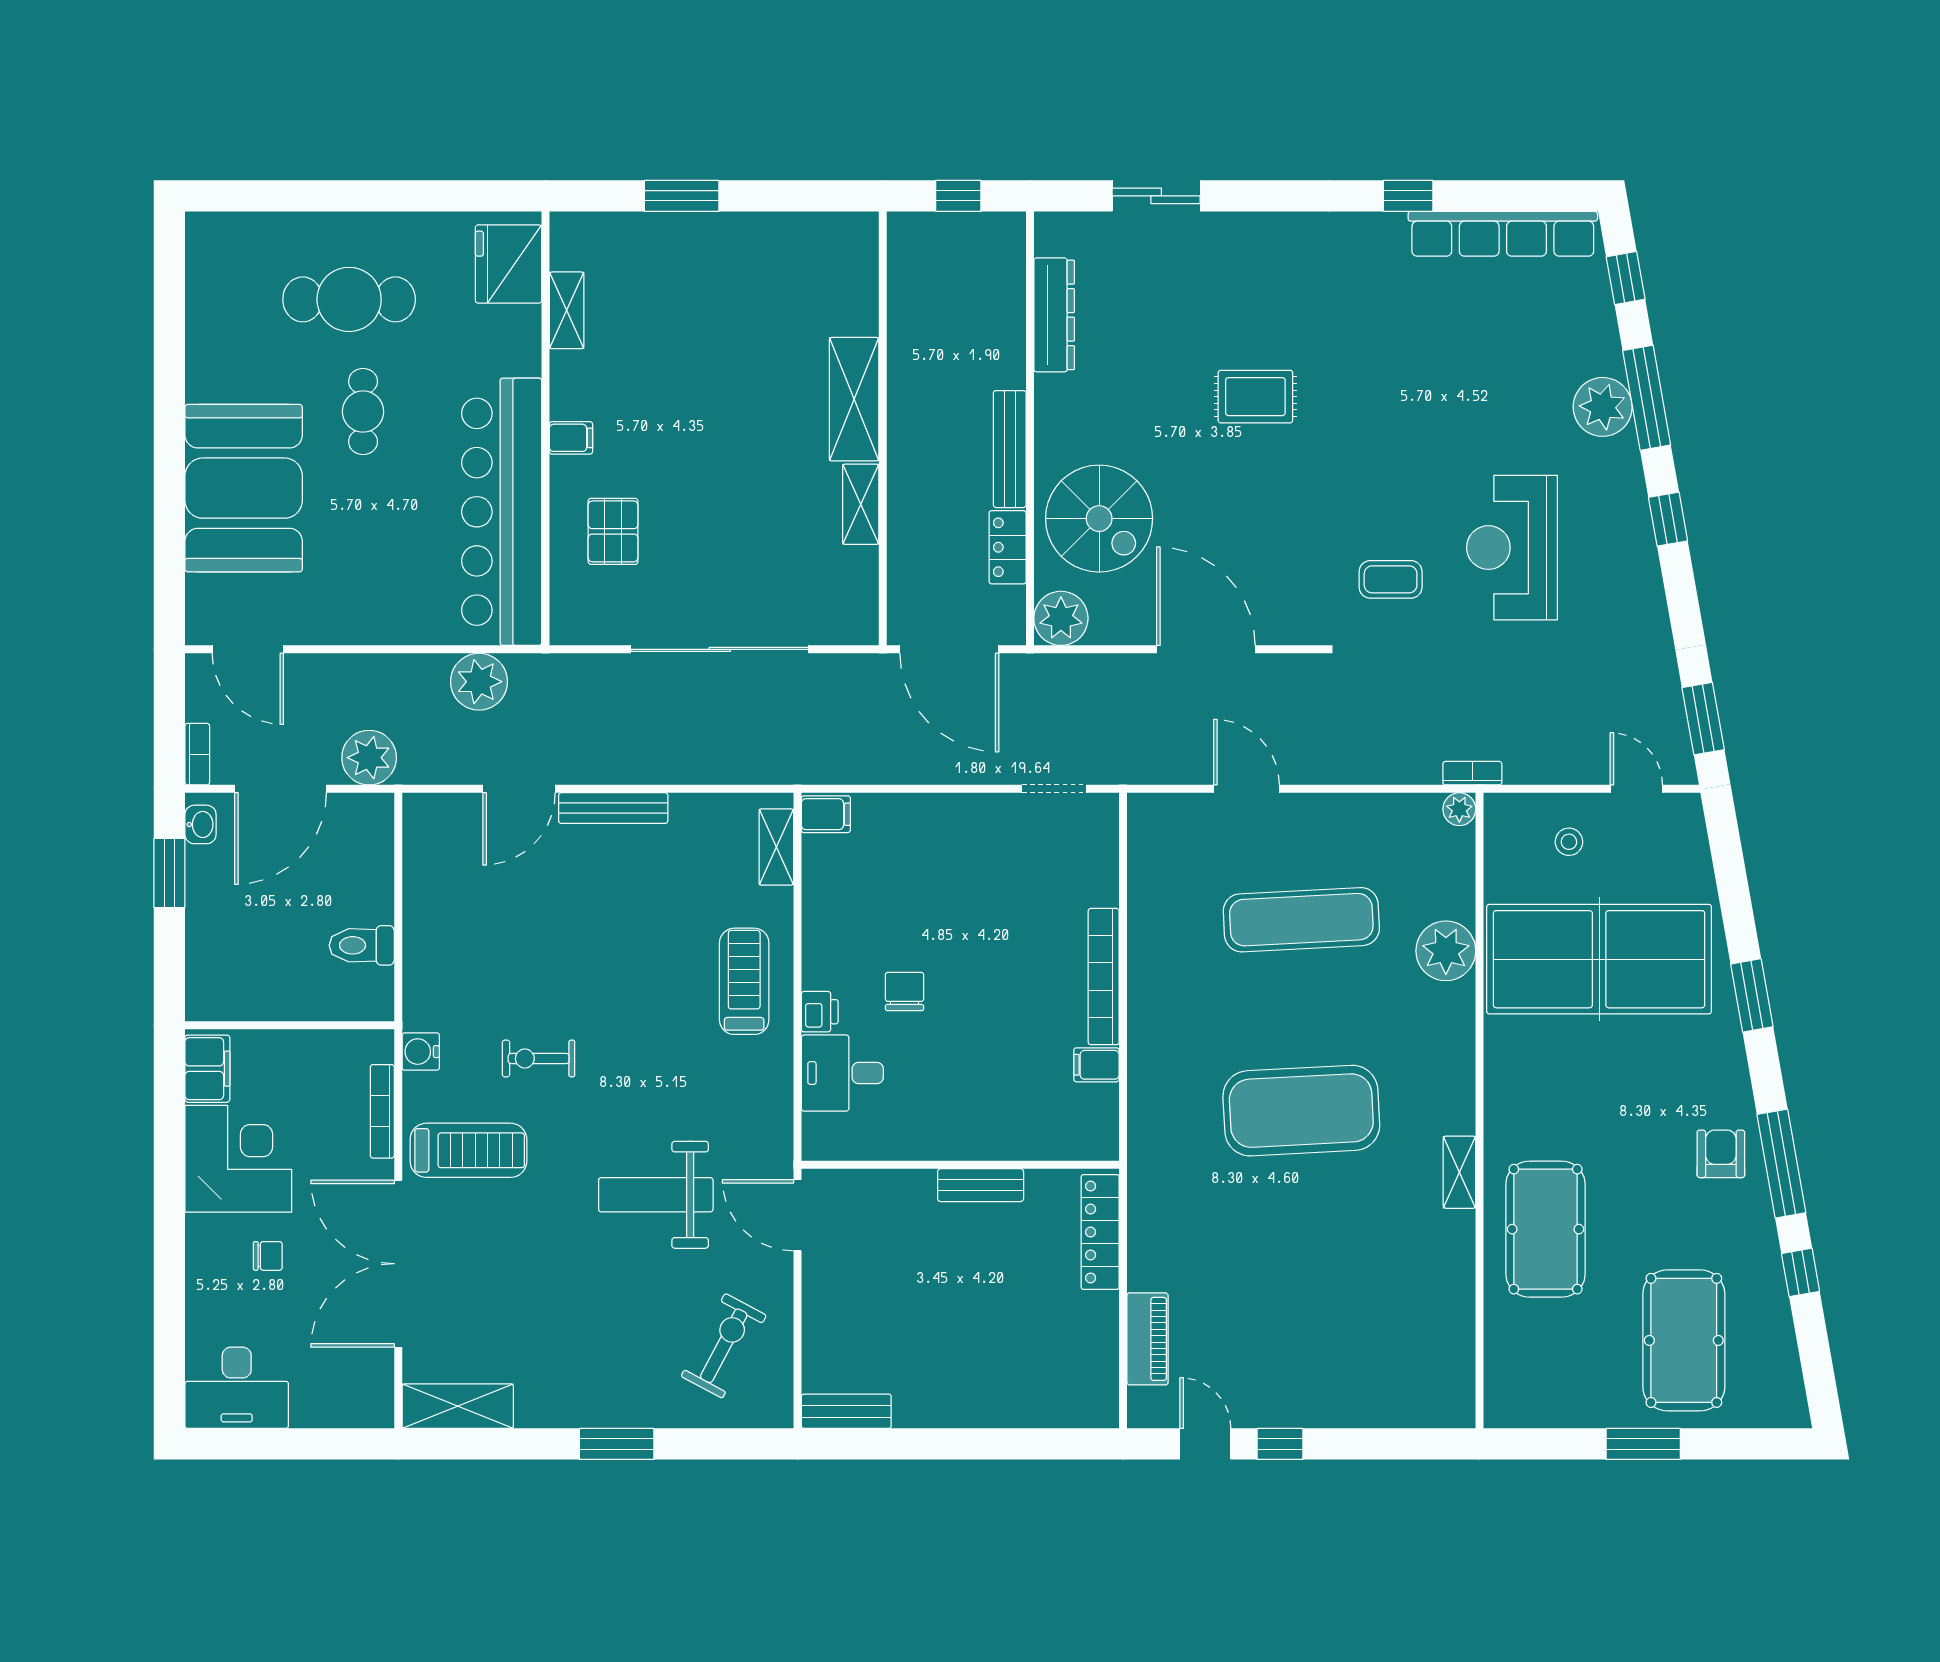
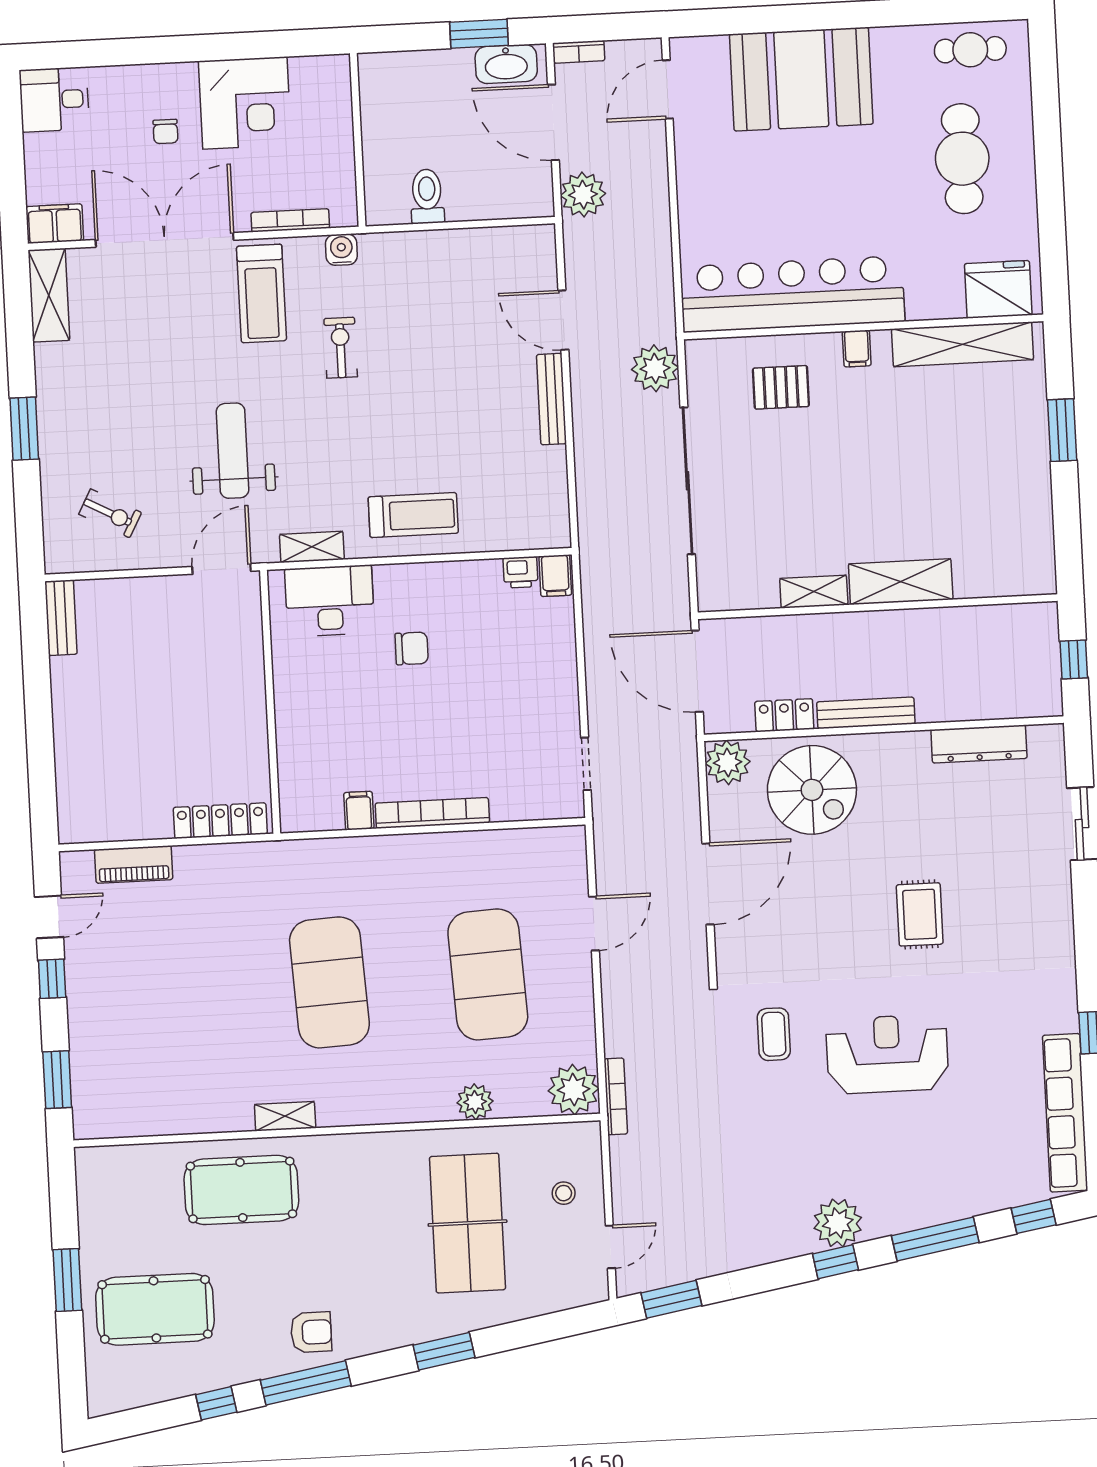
shelving: (567, 310) -> (963, 344), width x2.20, depth x1.33
plant: (1603, 407) -> (838, 1223), moved
cafe table: (363, 412) -> (970, 50), moved
spiral stairs: (1099, 519) -> (812, 790), turned -90
reception desk: (1512, 548) -> (887, 1054), moved
door: (949, 649) -> (697, 671), hinge flipped
plant: (479, 682) -> (655, 368), moved
bookcase: (1472, 773) -> (616, 1096), width x1.56
plant: (1459, 809) -> (574, 1090), width x1.88, depth x1.88
washbasin: (201, 824) -> (506, 64), width x1.91, depth x1.45
shelving: (776, 847) -> (312, 547), moved
exercise mat: (1301, 920) -> (488, 974), width x1.47
plant: (1446, 951) -> (475, 1102), width x0.73, depth x0.73
table tennis table: (1599, 959) -> (468, 1223), width x0.73, depth x0.76
printer: (820, 1012) -> (520, 572), moved
filing cabinet: (207, 1069) -> (55, 224), moved, turned 180
desk: (842, 1073) -> (330, 601), width x1.37
bench: (981, 1185) -> (254, 720), removed
exercise bike: (724, 1346) -> (110, 513), width x0.73, depth x0.72
desk: (237, 1388) -> (54, 100), width x0.73
window: (1402, 1444) -> (57, 1080), added

